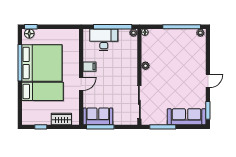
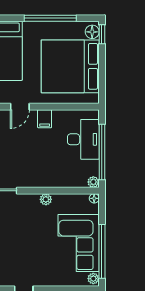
corner sofa: (176, 43) -> (79, 243), added
bed: (42, 63) -> (70, 66), moved, turned 90
door: (81, 84) -> (20, 107), hinge flipped

